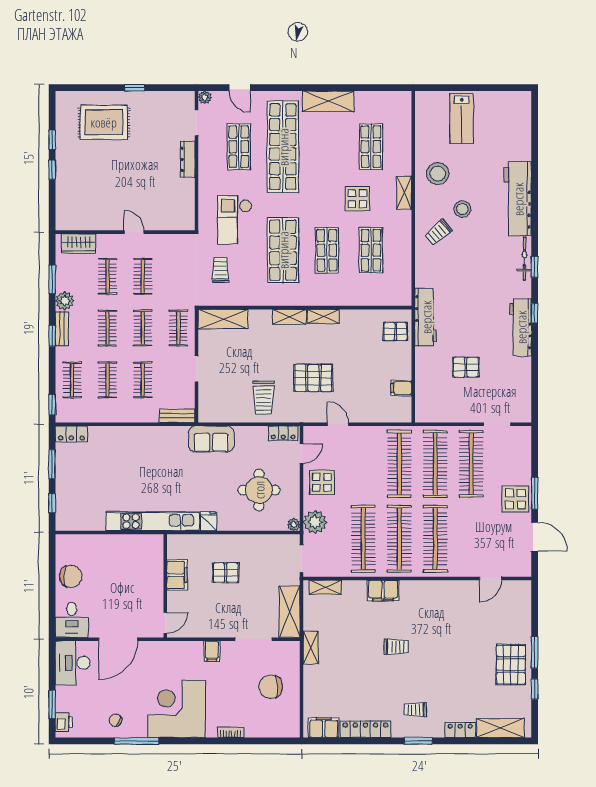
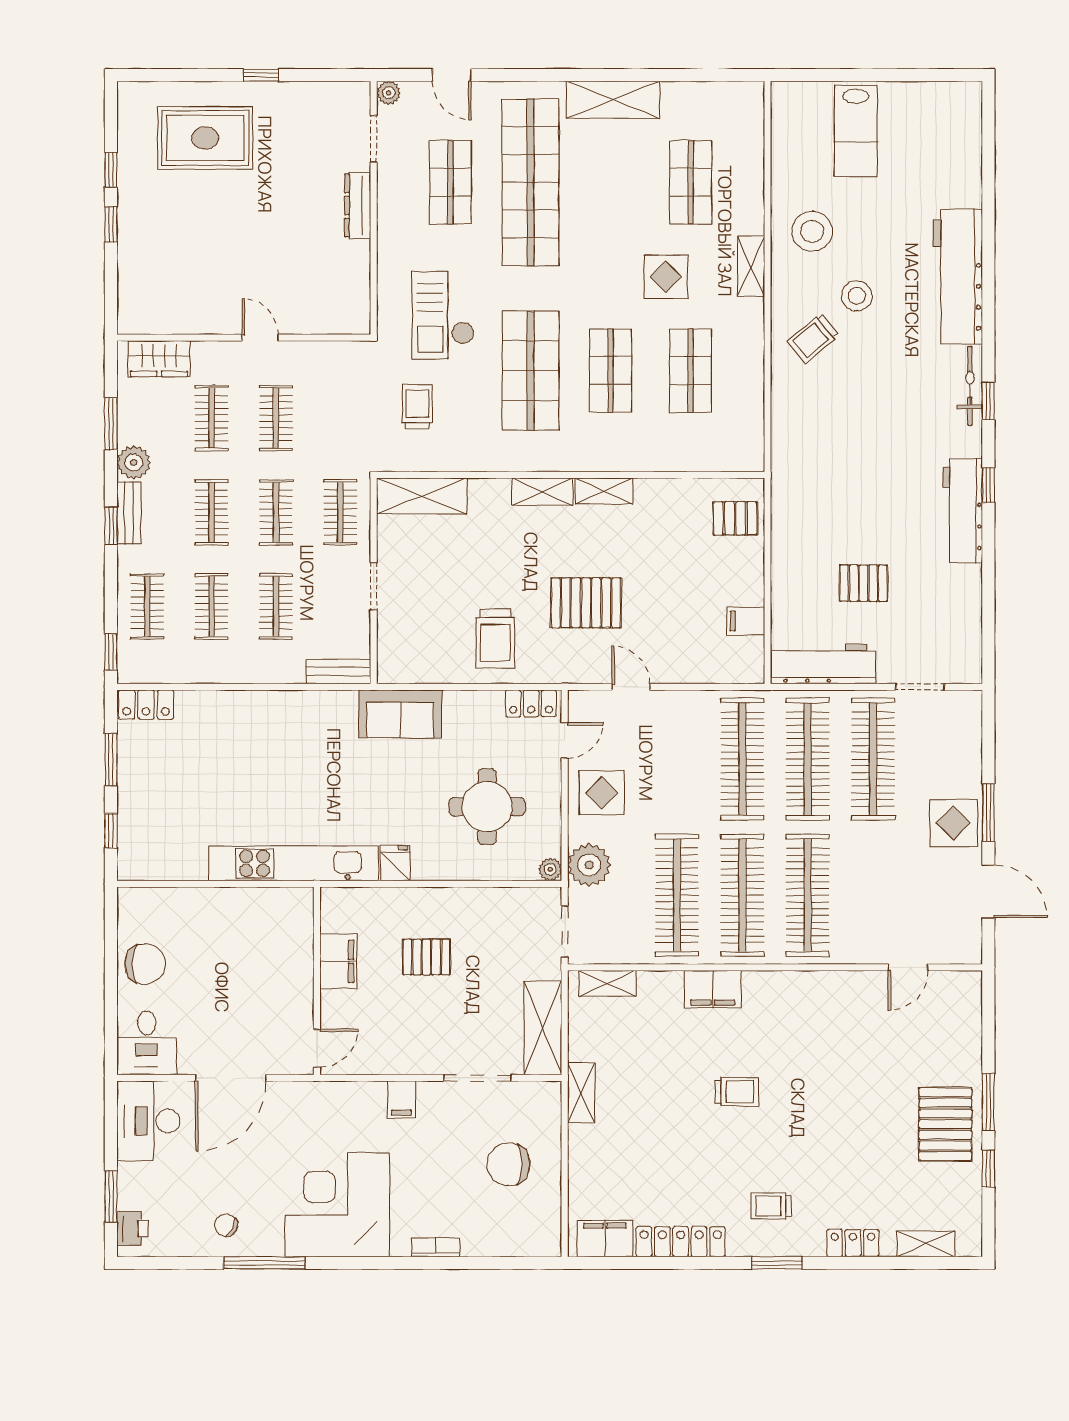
workbench: (426, 317) -> (823, 664), moved, turned -90
shelving: (500, 728) -> (926, 1244), width x0.67, depth x0.75

